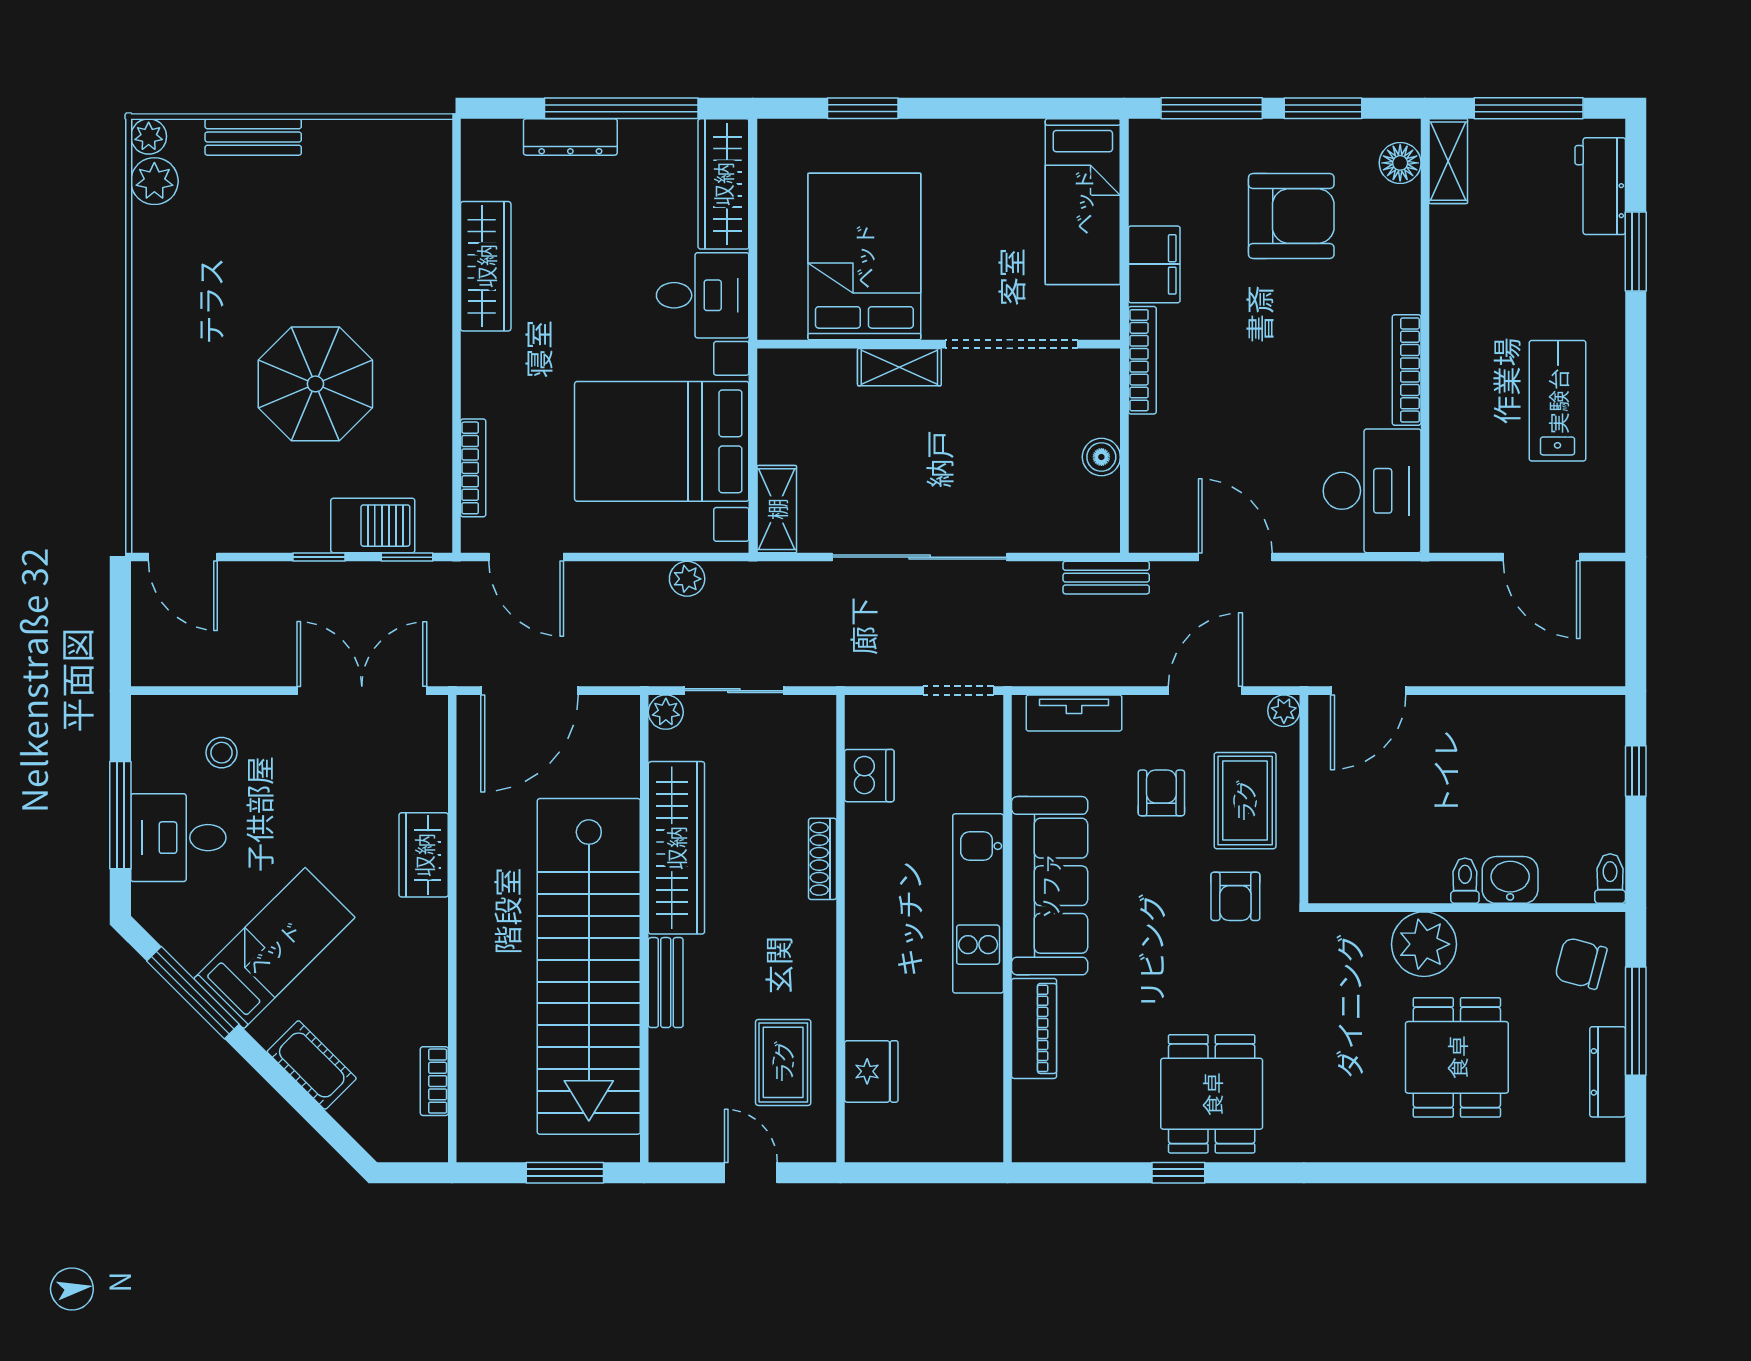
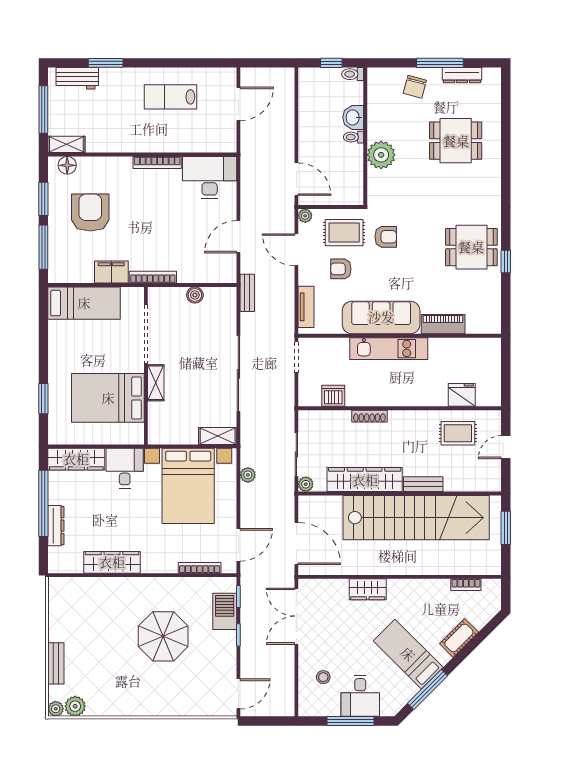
toilet: (1610, 879) -> (353, 74), moved
washbasin: (1510, 880) -> (353, 117), moved
toilet: (1465, 881) -> (354, 137), moved
wall: (1467, 908) -> (365, 136), moved
plant: (1424, 944) -> (381, 155), moved

